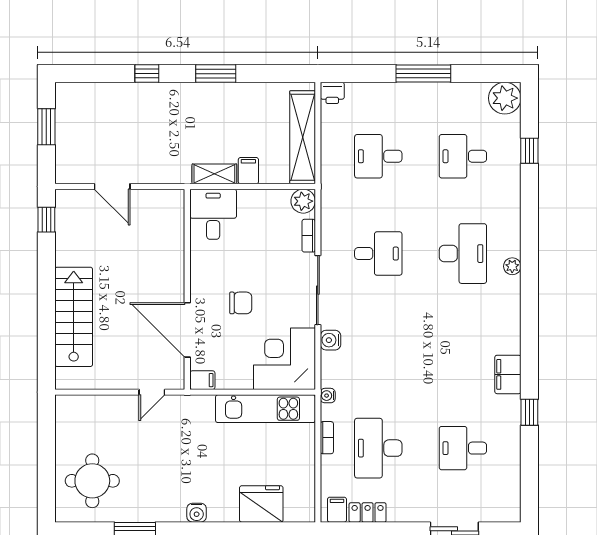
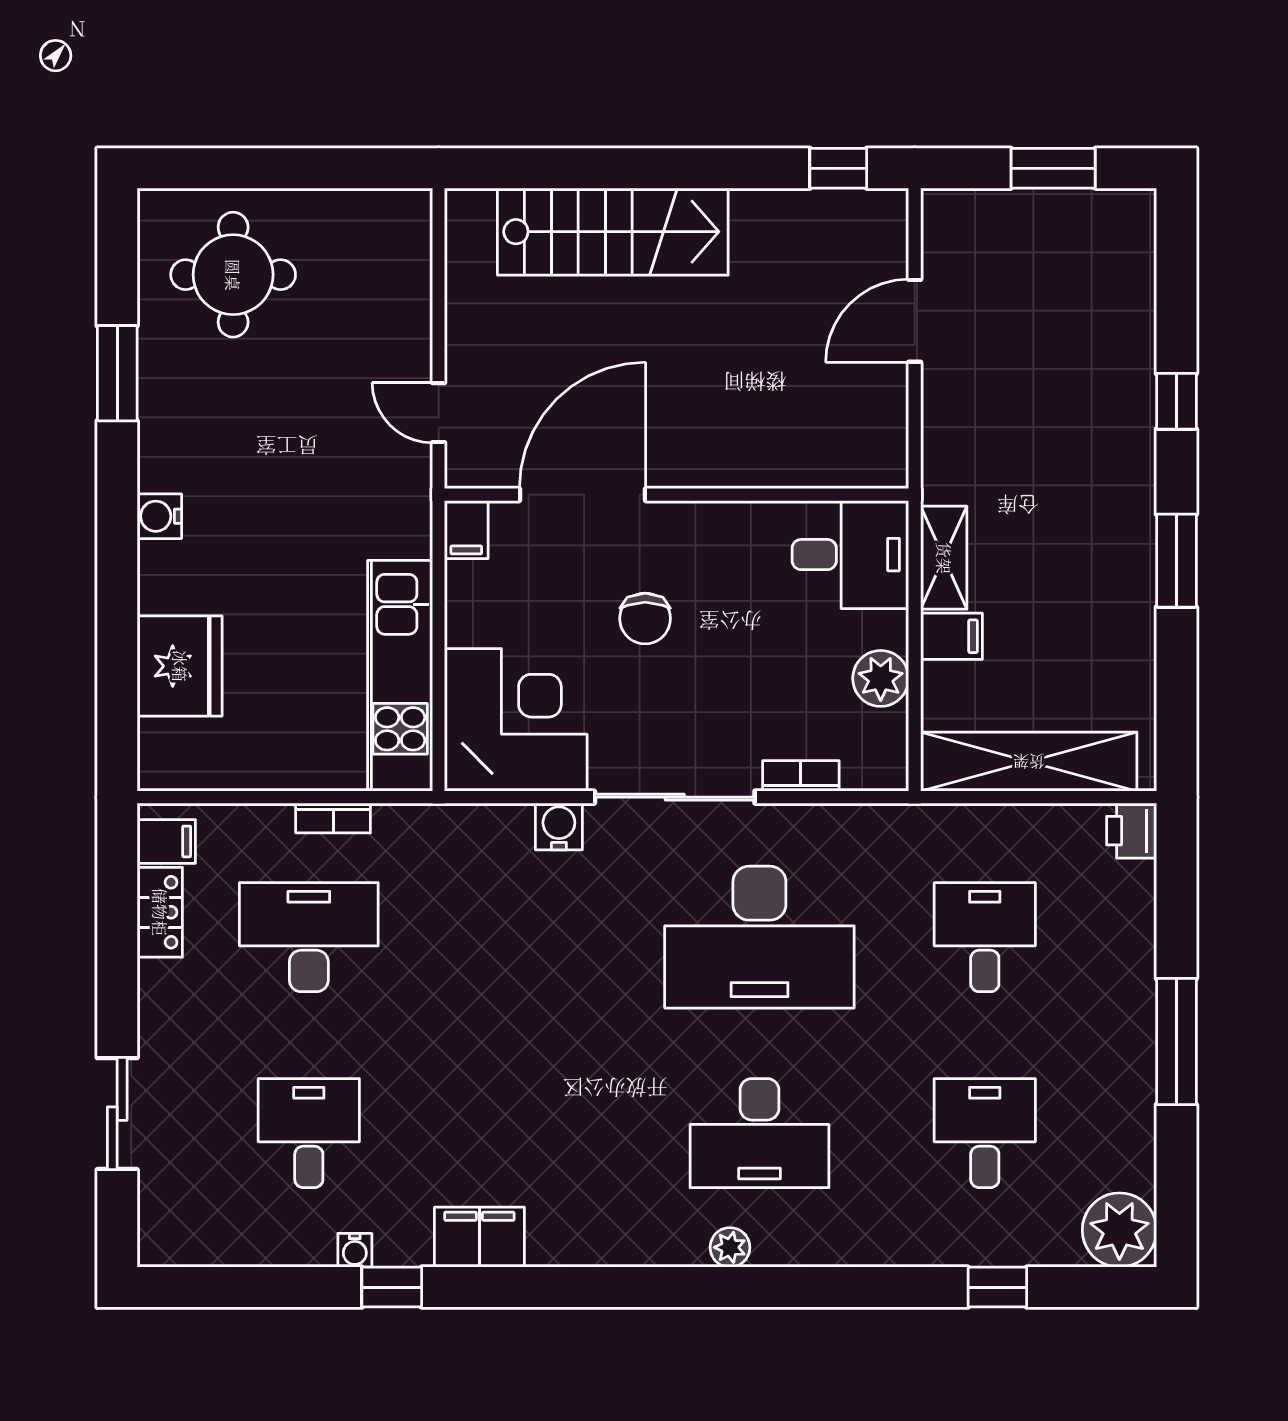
plant: (303, 201) -> (881, 678), moved
desk: (378, 254) -> (759, 937), width x1.87, depth x1.30
water cooler: (328, 396) -> (355, 1250), moved, turned 180

